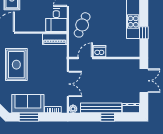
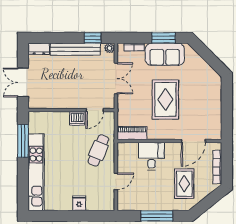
desk: (56, 20) -> (151, 156), moved
window: (144, 33) -> (23, 141), width x2.17
rug: (16, 65) -> (165, 99), moved
double door: (68, 84) -> (116, 78), swing flipped
window: (108, 117) -> (93, 38), moved

